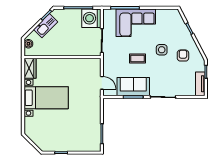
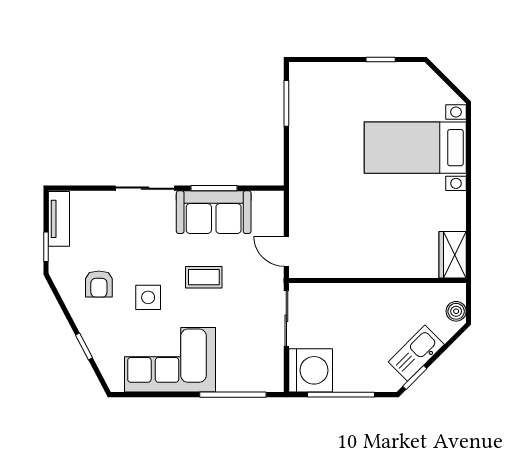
corner sofa: (136, 23) -> (170, 360), moved
door: (102, 83) -> (286, 251), moved
bed with nightstands: (46, 98) -> (415, 148), moved

